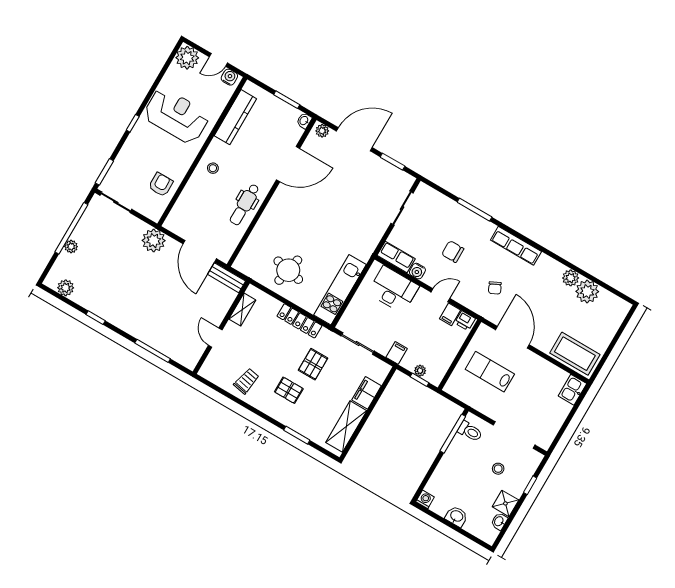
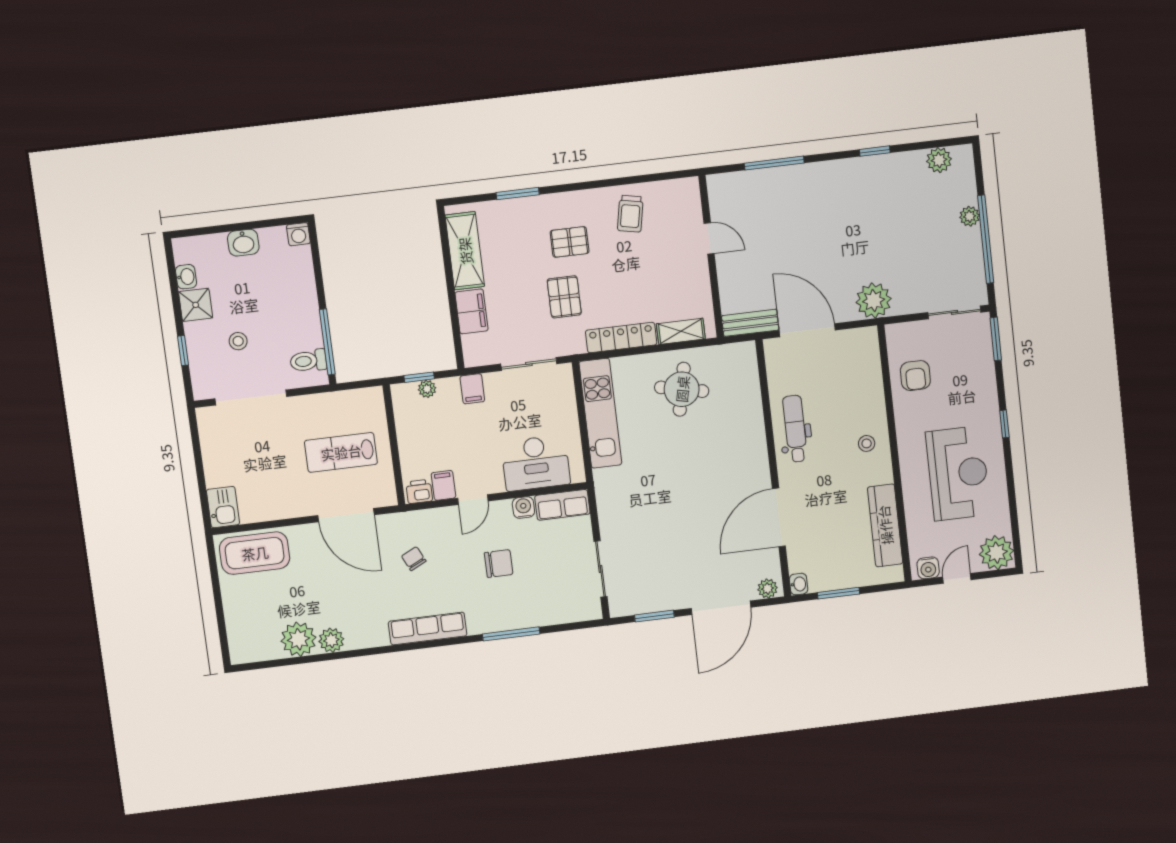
reception desk: (176, 116) -> (958, 473), turned -90
shelving: (242, 309) -> (681, 331), moved, turned 90
lab bench: (490, 372) -> (341, 452), turned 180

